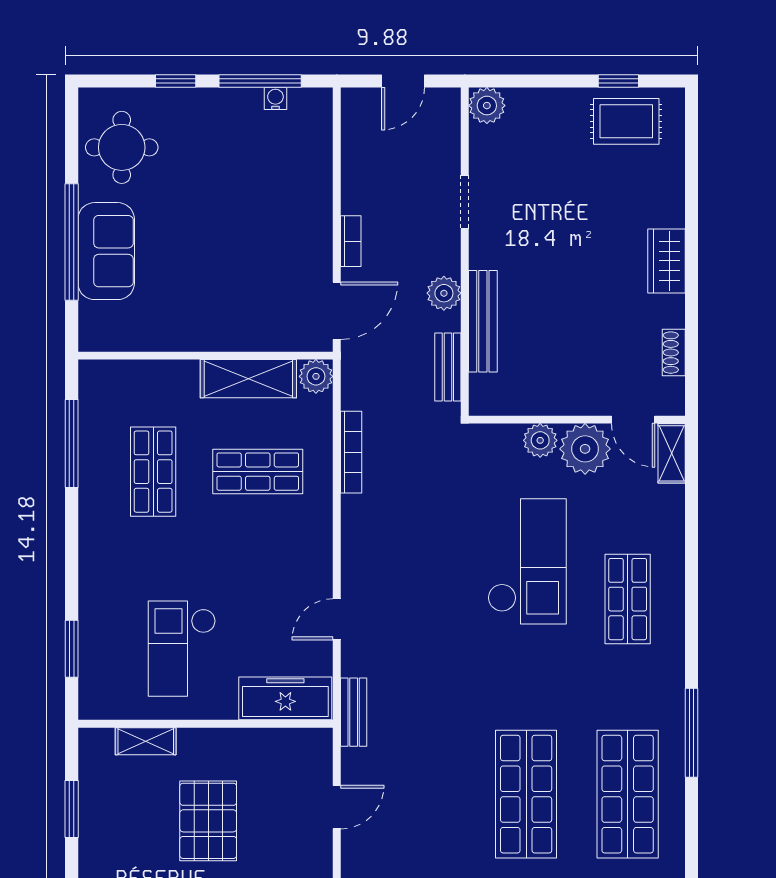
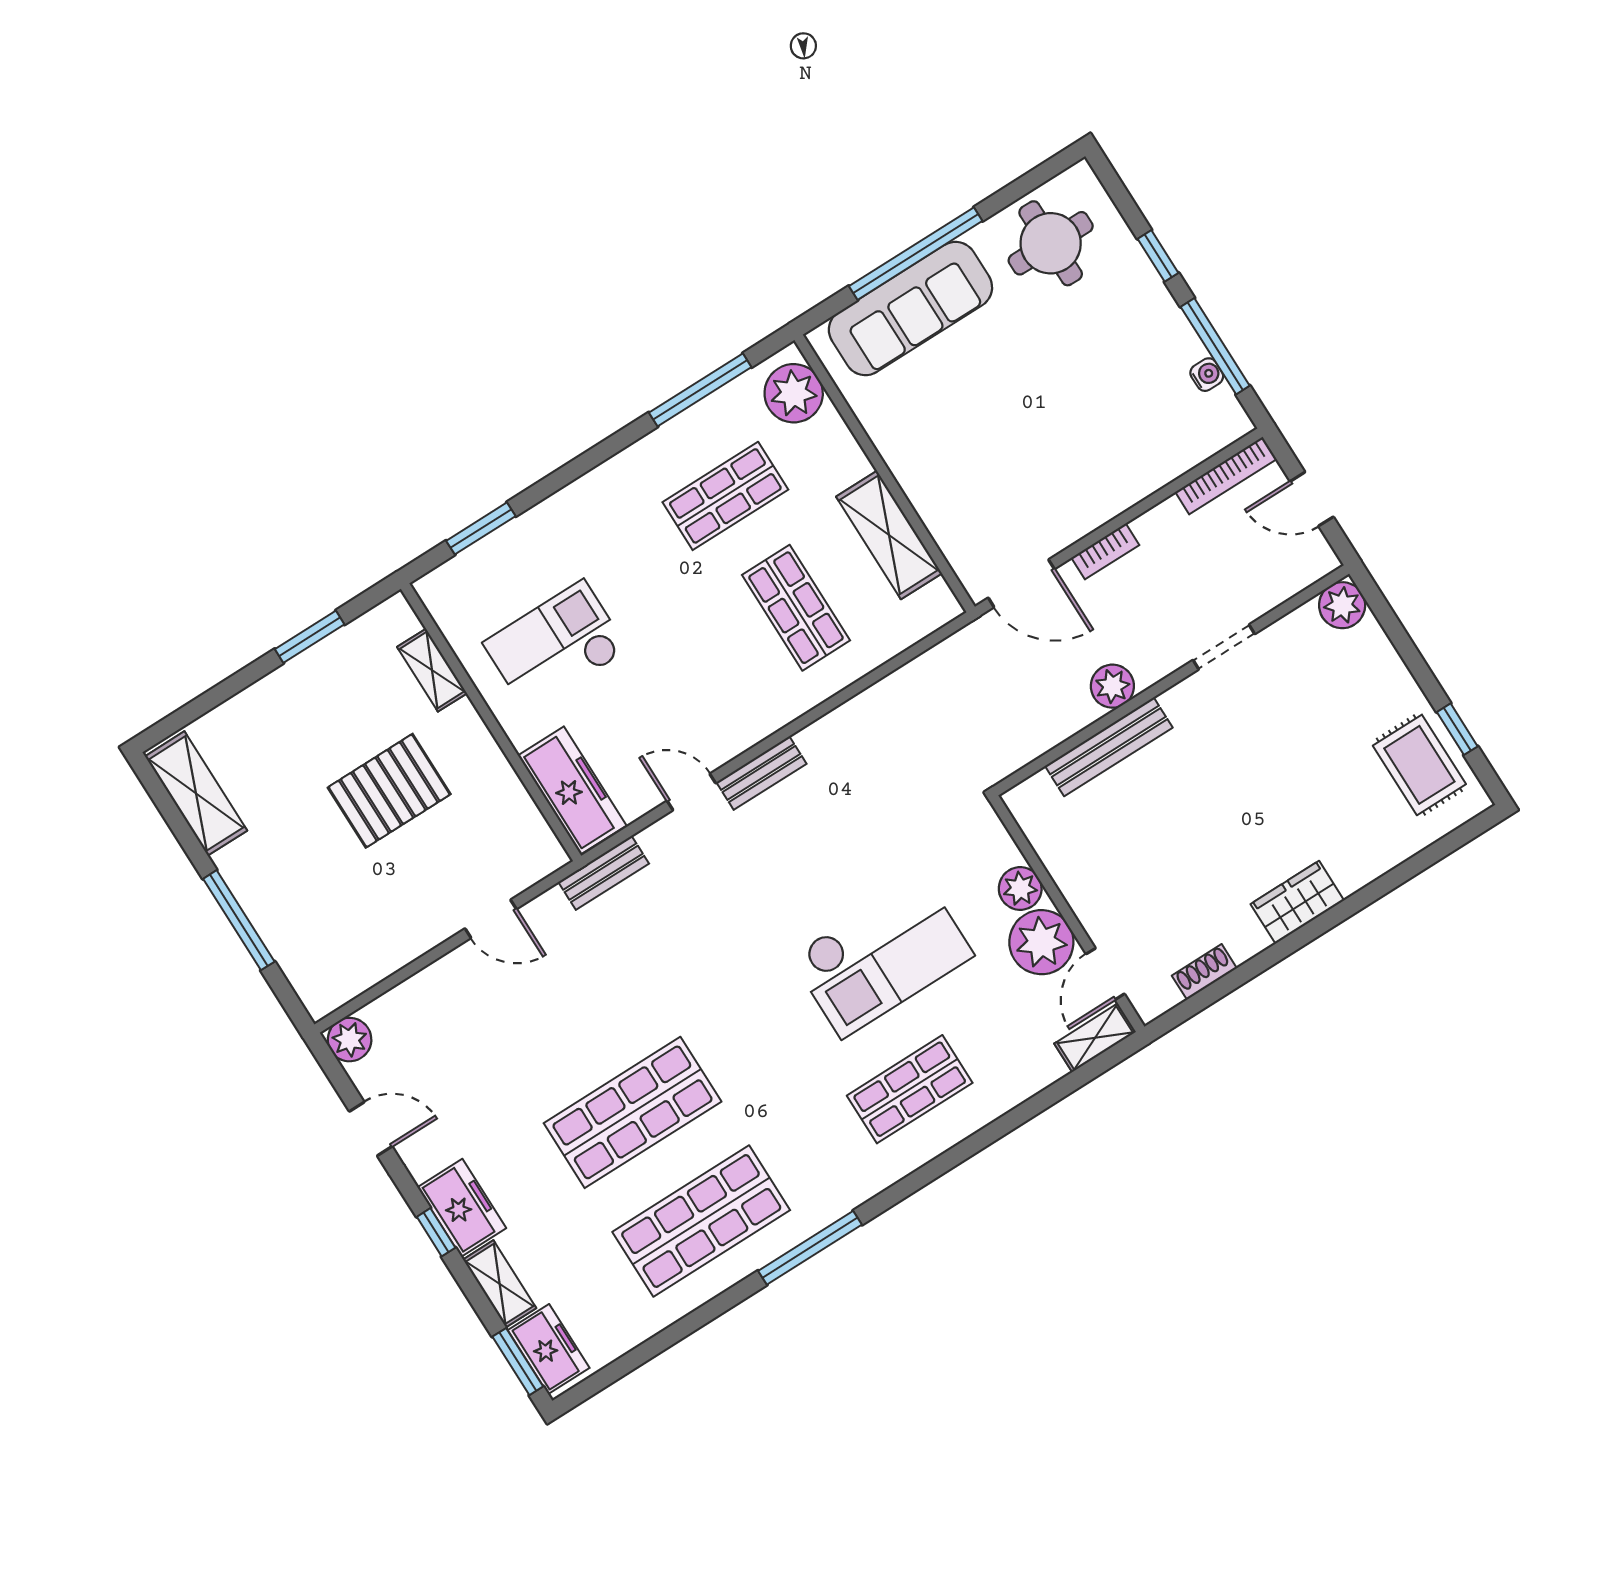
sofa: (106, 251) -> (910, 309), width x1.36
bench: (448, 367) -> (761, 773), moved
plant: (316, 376) -> (794, 393), moved, width x1.36, depth x1.36
bookcase: (351, 452) -> (1226, 475), moved

